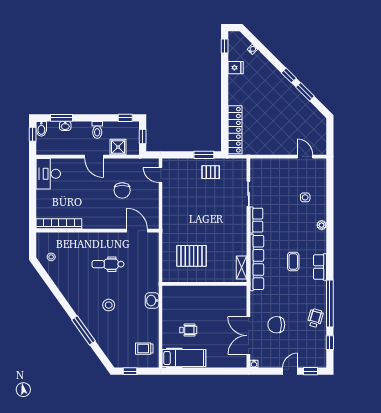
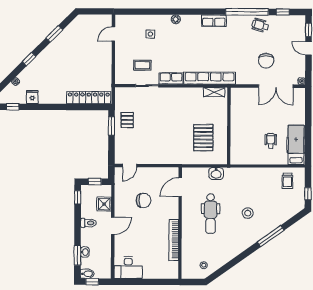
window: (289, 75) -> (29, 59), moved
bookcase: (59, 224) -> (174, 240), moved
coffee table: (293, 261) -> (142, 65), moved
dental chair: (108, 264) -> (211, 214), width x1.36, depth x1.38
washbasin: (152, 300) -> (216, 173), moved

